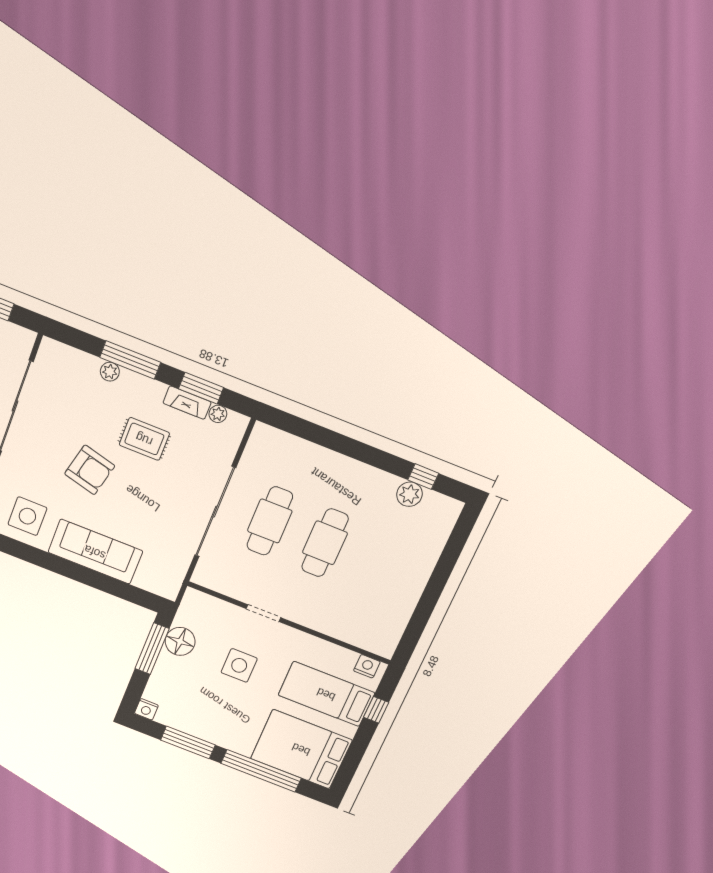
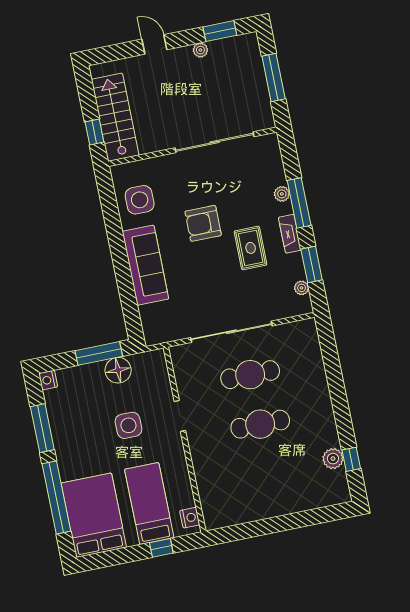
fireplace: (187, 403) -> (290, 234), moved
armchair: (90, 470) -> (203, 223), turned 76

